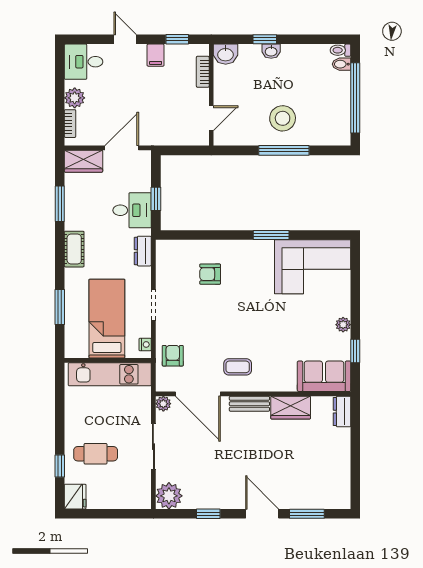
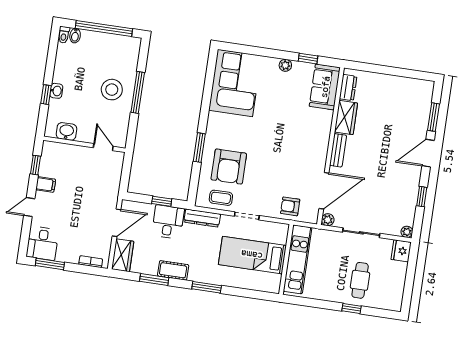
washbasin: (226, 54) -> (66, 131), moved, turned -90
bookcase: (203, 72) -> (65, 148), removed
window: (60, 74) -> (50, 264), added
plant: (75, 98) -> (70, 255), removed
door: (122, 148) -> (116, 223), swing flipped
window: (271, 235) -> (199, 148), moved
cot: (74, 249) -> (173, 270), moved
dresser: (143, 251) -> (202, 218), width x1.44
armchair: (210, 274) -> (229, 167), width x1.88, depth x1.88
window: (60, 307) -> (207, 287), moved
nightstand: (145, 344) -> (278, 227), removed
coffee table: (238, 367) -> (221, 198), moved, turned 90
dresser: (342, 412) -> (348, 88), moved, turned -90
window: (60, 466) -> (351, 309), moved
plant: (169, 496) -> (407, 232), width x0.53, depth x0.53
fridge: (75, 497) -> (401, 251), moved, turned -90

